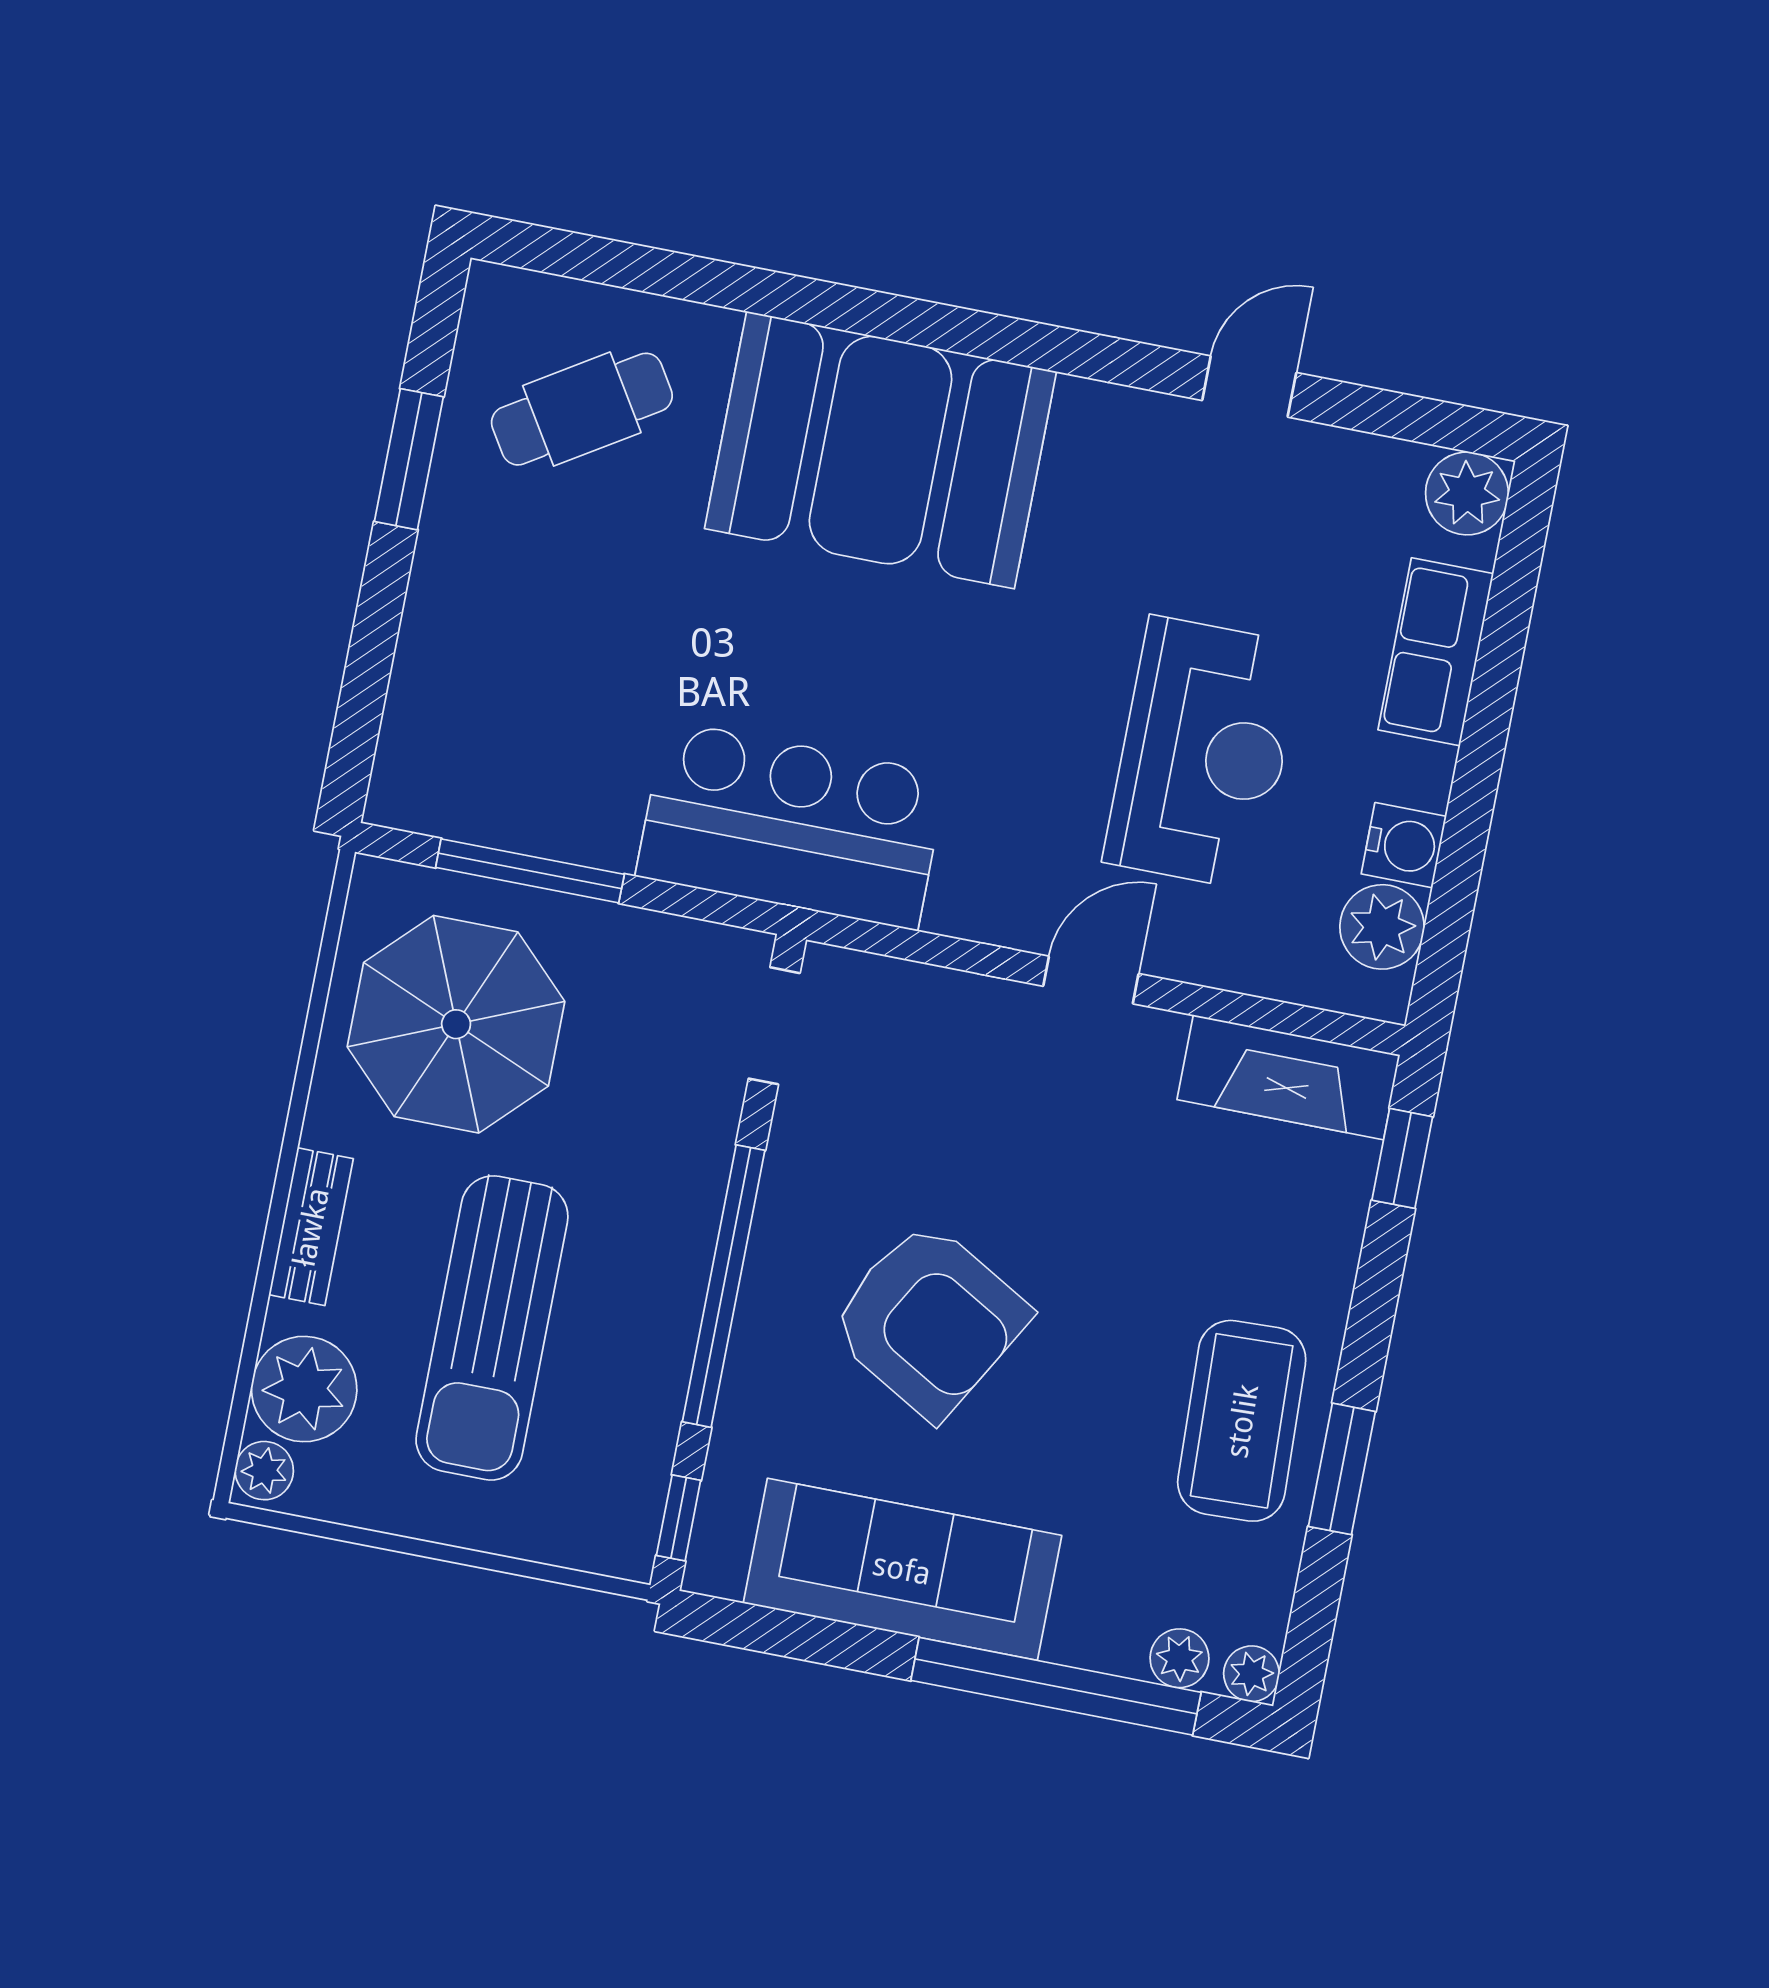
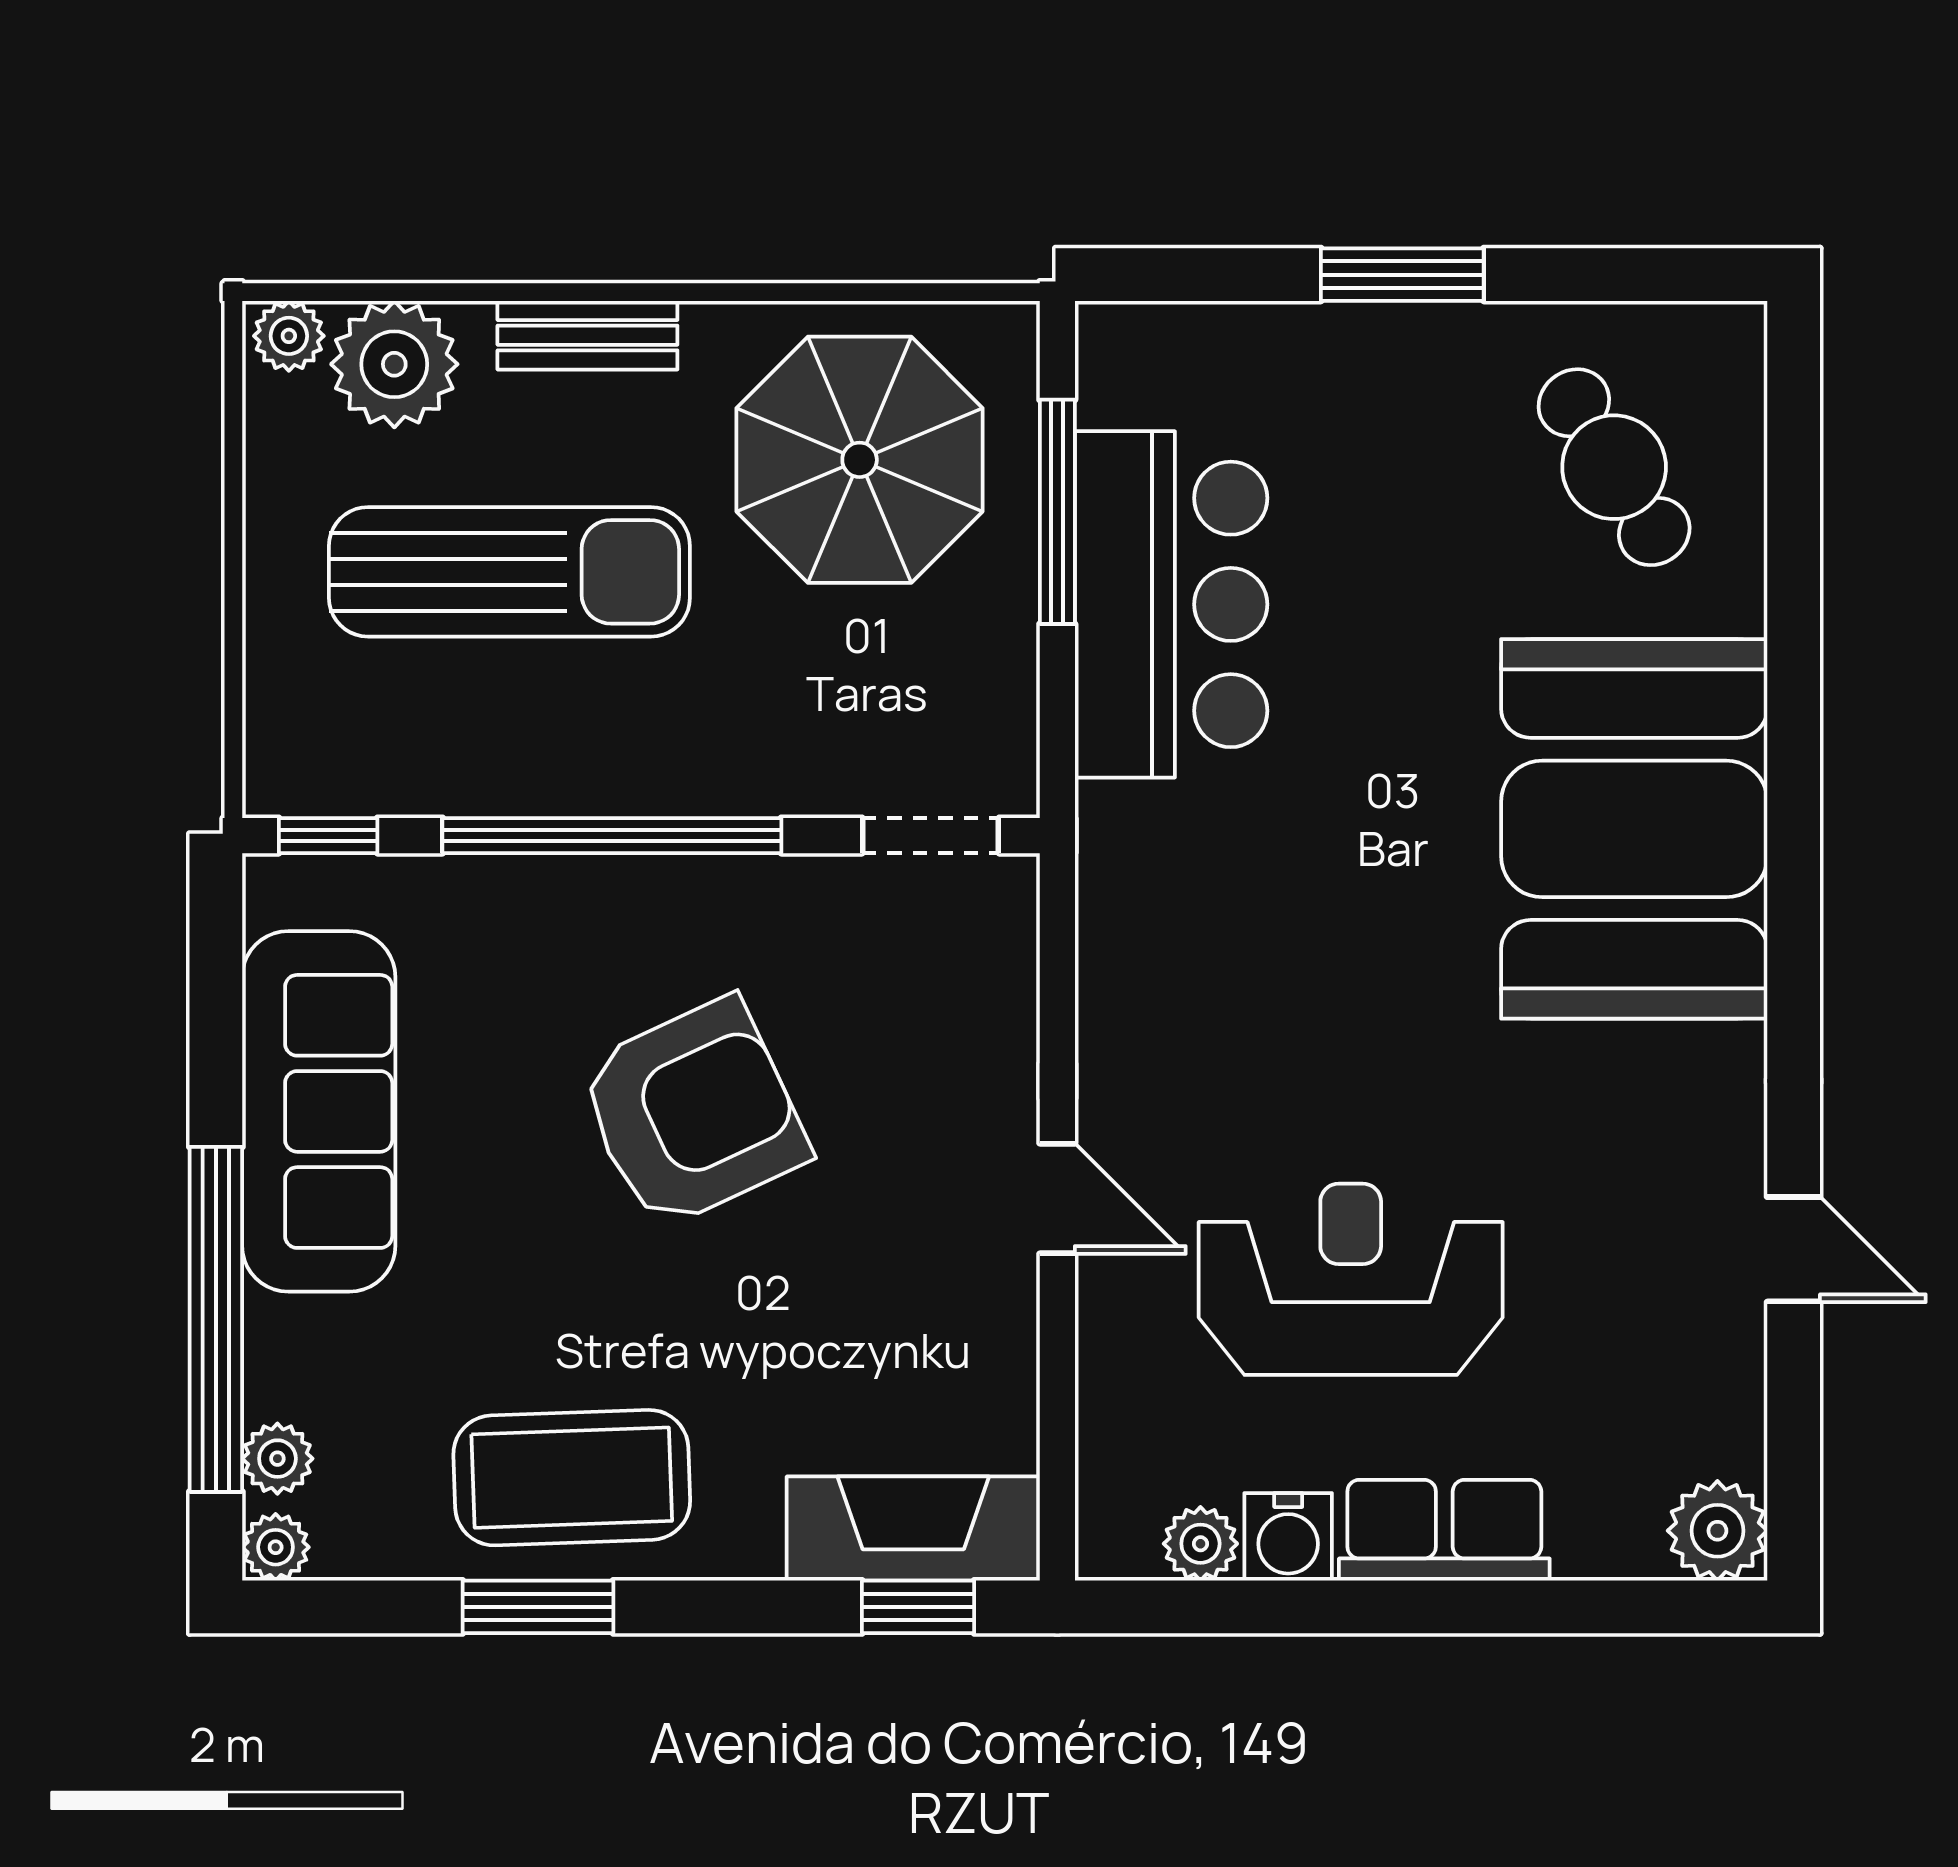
window: (409, 459) -> (1402, 275), moved
row of seats: (1436, 652) -> (1444, 1530), moved
reception desk: (1203, 753) -> (1351, 1279), turned 180
bar counter: (791, 825) -> (1171, 604), moved
plant: (1382, 927) -> (1200, 1544), width x0.73, depth x0.73
fireplace: (1288, 1077) -> (913, 1529), moved, turned 90
armchair: (929, 1320) -> (693, 1113), moved, turned -145
sun lounger: (492, 1328) -> (509, 572), turned 180

